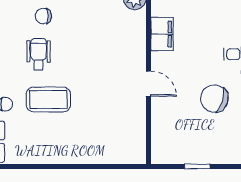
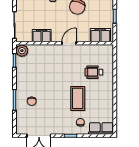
wheelchair: (39, 54) -> (94, 72), moved
filing cabinet: (163, 140) -> (100, 35), added

